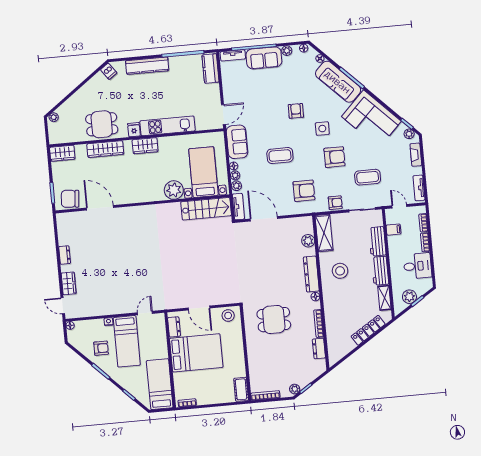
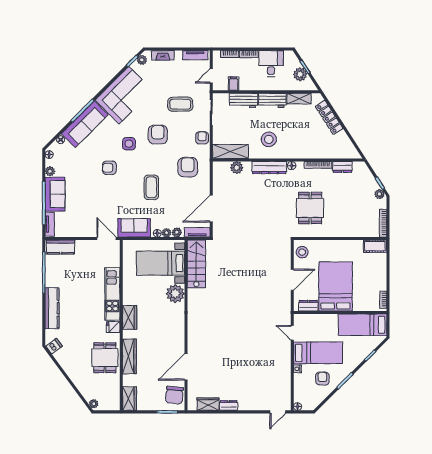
coffee table: (368, 177) -> (180, 104), turned 90
wardrobe: (69, 283) -> (208, 404), moved

